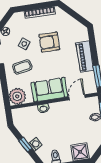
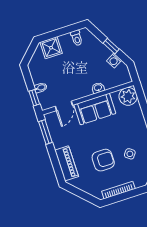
piano: (85, 57) -> (67, 163), moved
coffee table: (22, 67) -> (128, 129), removed
washing machine: (35, 144) -> (114, 61), moved

